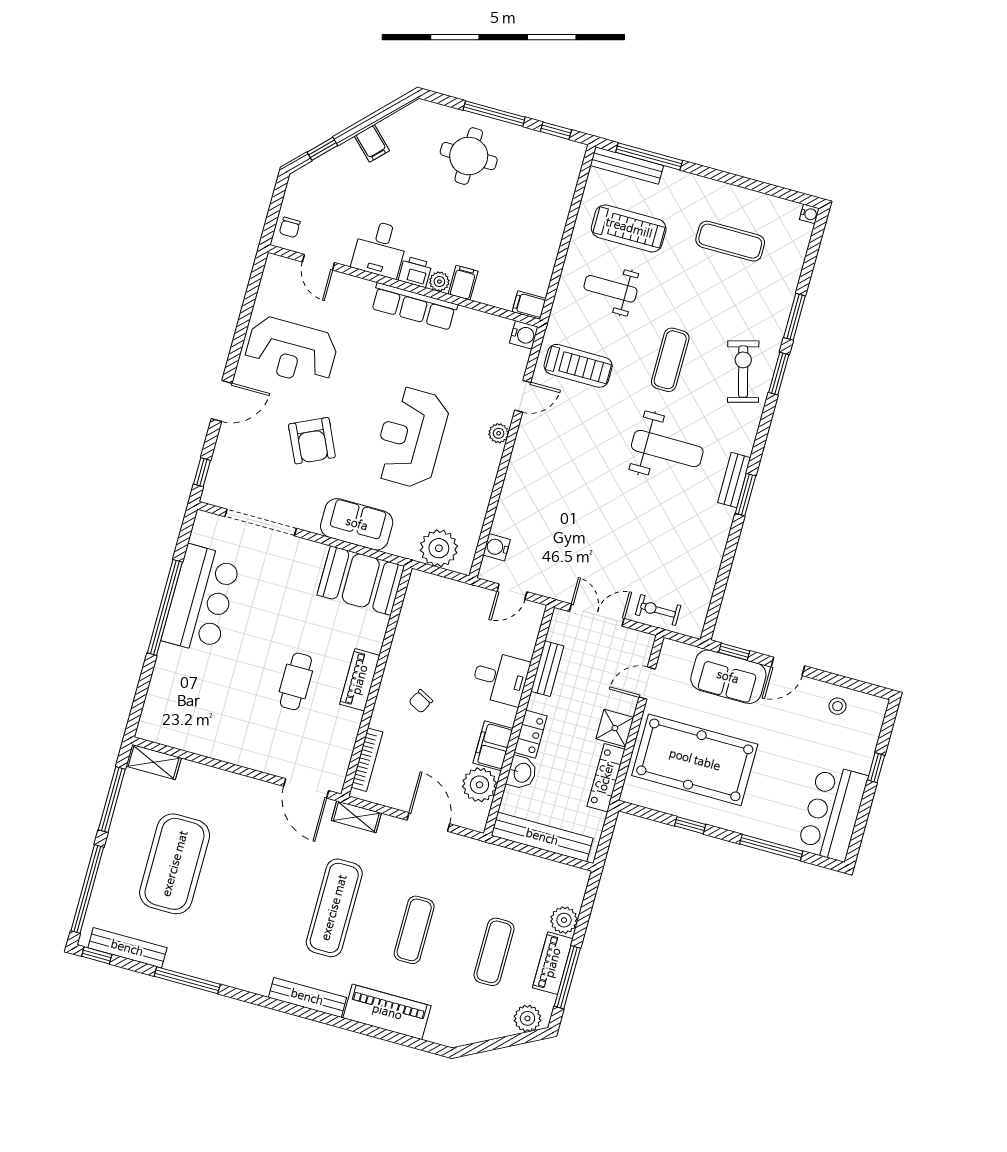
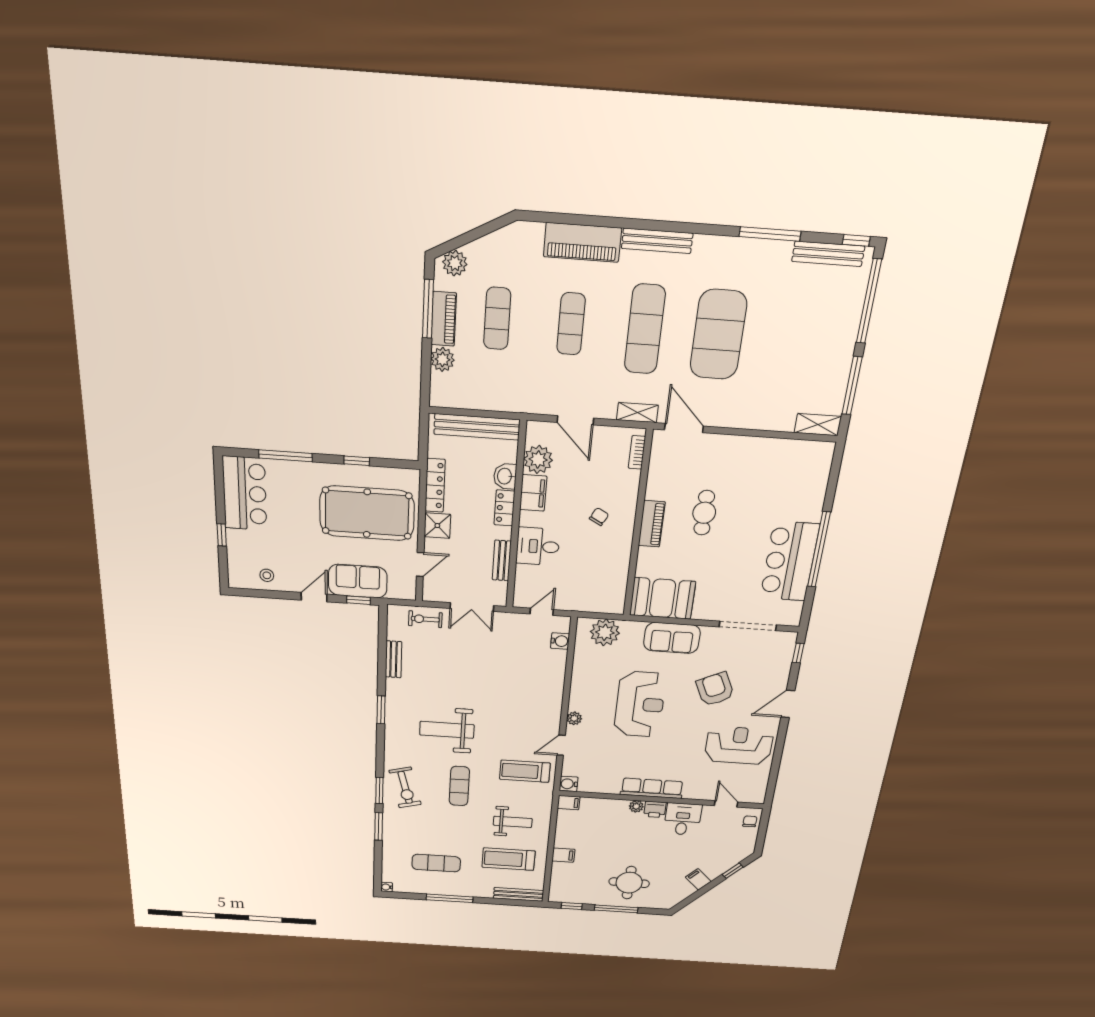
window: (649, 156) -> (450, 898), moved
filing cabinet: (463, 283) -> (563, 855), moved, turned -90
bench: (734, 480) -> (394, 659), moved
exercise bike: (658, 610) -> (425, 619), turned 180
bookcase: (367, 760) -> (637, 452), width x0.64
exercise mat: (175, 864) -> (718, 335), moved

